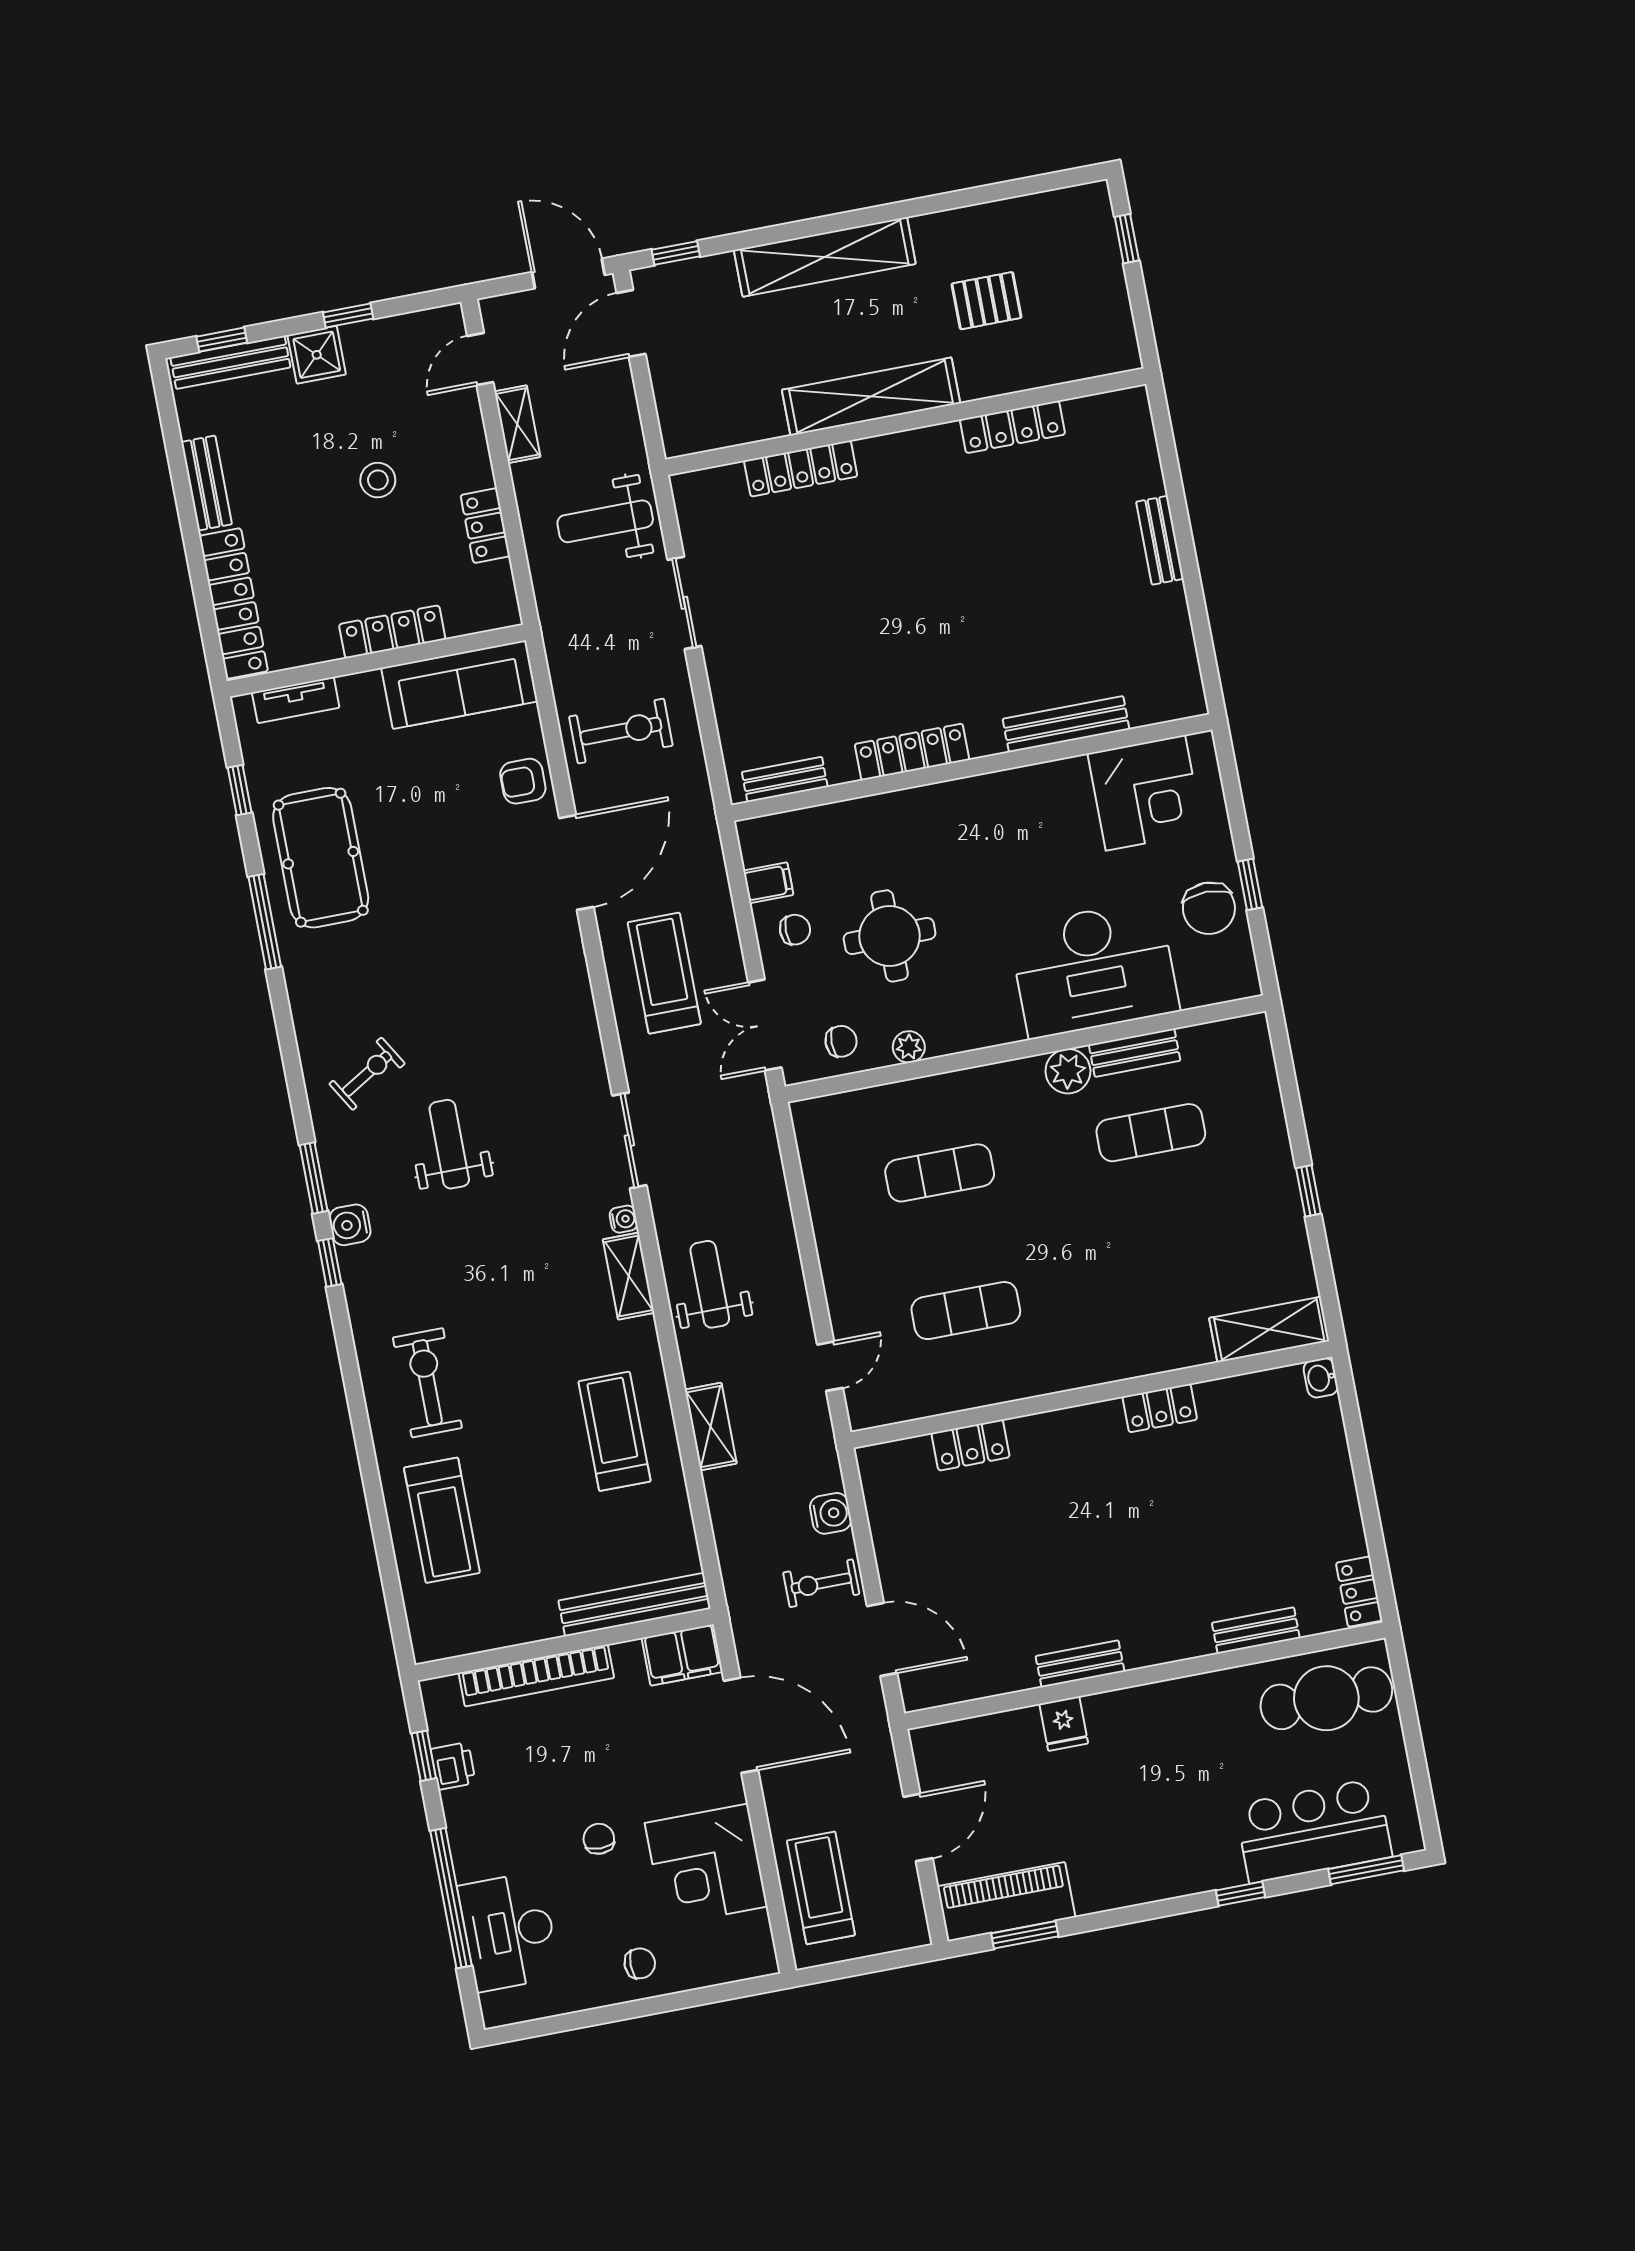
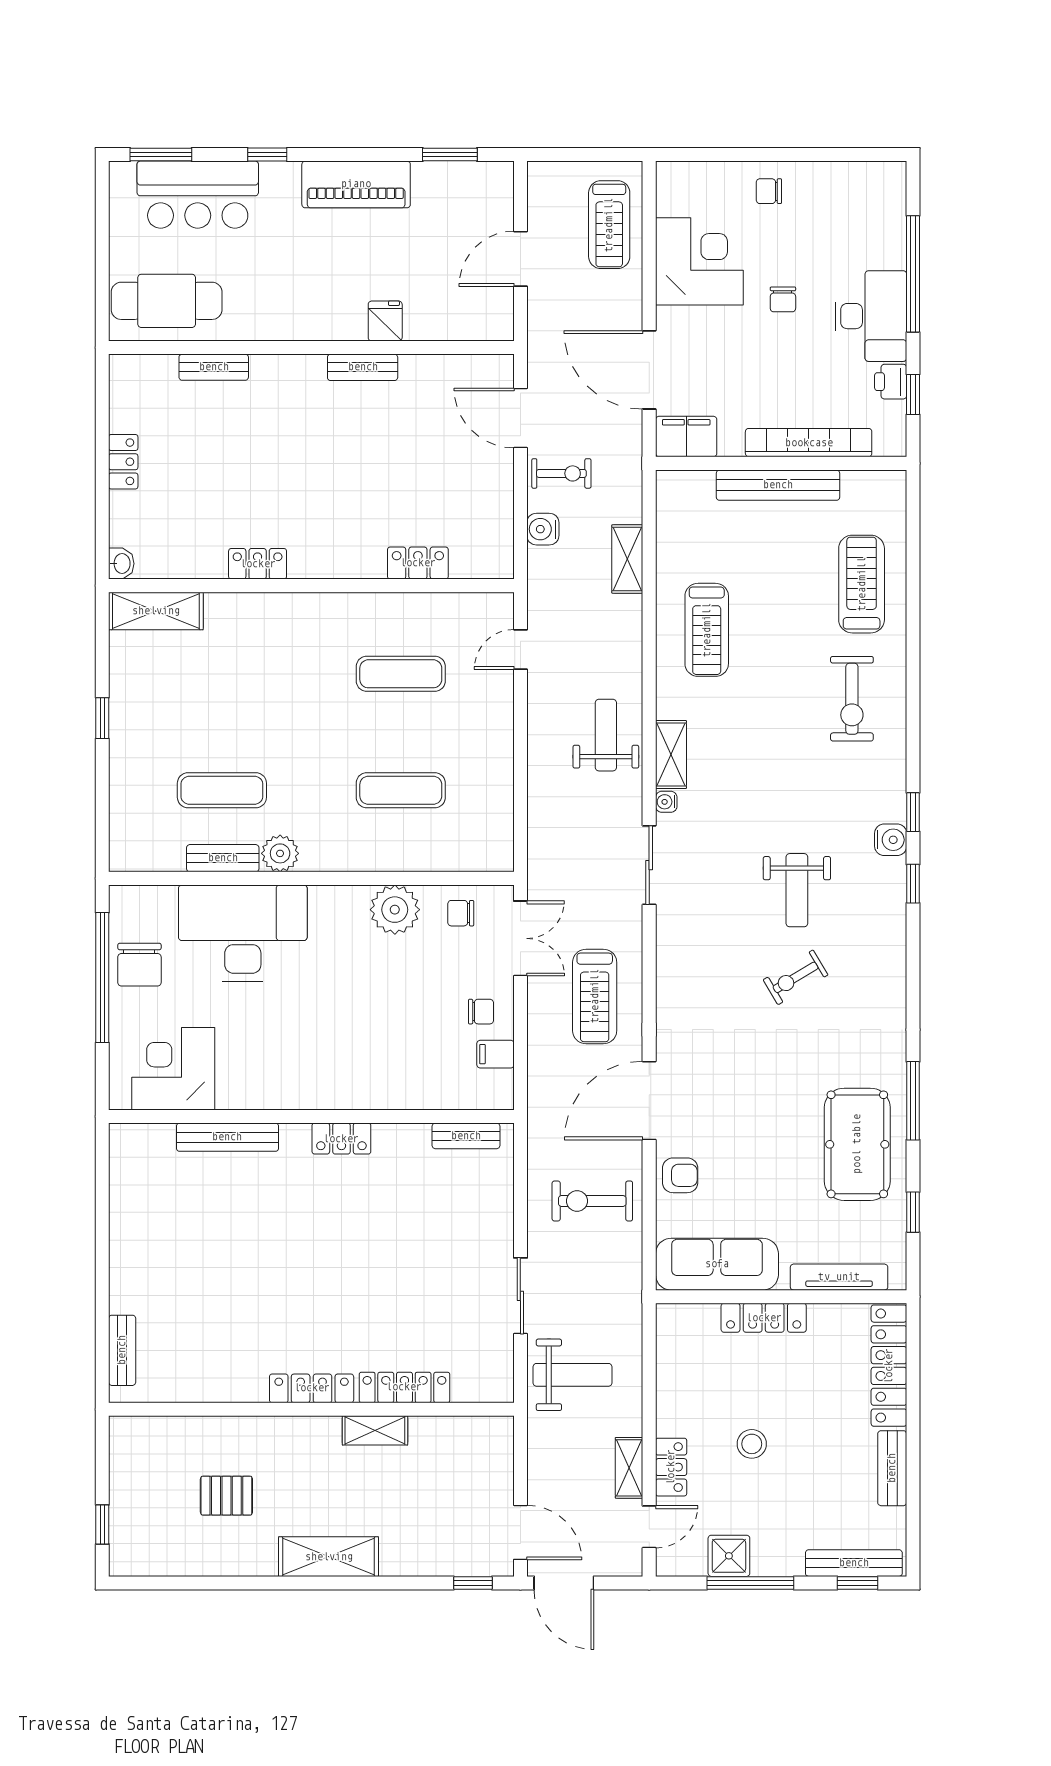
shelving: (825, 257) -> (329, 1557), width x0.68
window: (348, 315) -> (750, 1583), width x2.17
door: (631, 323) -> (520, 1532), hinge flipped
shower: (317, 355) -> (729, 1556), moved
shelving: (871, 397) -> (375, 1430), width x0.45, depth x0.75
locker: (1012, 427) -> (312, 1388), moved
locker: (485, 526) -> (671, 1467), moved
bench: (1160, 540) -> (122, 1350), moved
tv unit: (296, 700) -> (839, 1277), width x1.41
locker: (912, 752) -> (341, 1139), width x0.66
window: (1250, 884) -> (102, 978), width x3.17
chair: (1209, 908) -> (139, 965), turned 180
chair: (795, 930) -> (481, 1012), turned 180
round table: (890, 936) -> (405, 992), removed
plant: (909, 1047) -> (395, 910), width x1.87, depth x1.87
exercise bike: (367, 1074) -> (796, 977), moved
window: (314, 1178) -> (913, 884), width x0.67
weight bench: (710, 1284) -> (606, 735), turned 180
shelving: (711, 1427) -> (627, 559), moved
locker: (1359, 1592) -> (123, 462), moved
bench: (635, 1605) -> (778, 485), moved
piano: (1006, 1902) -> (356, 184), moved
desk: (509, 1932) -> (871, 316), moved

